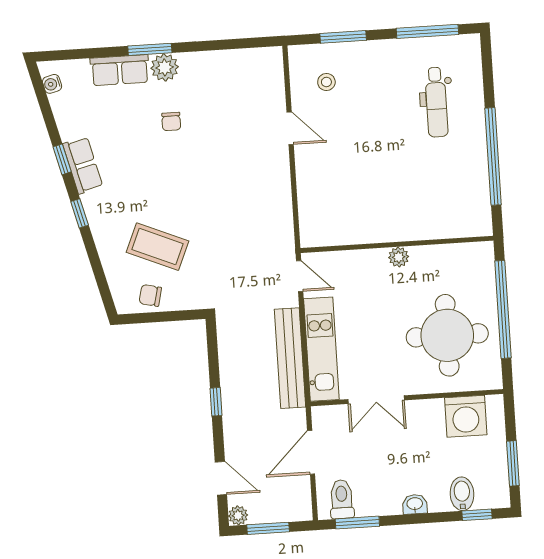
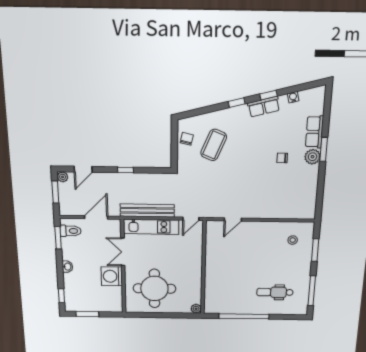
water cooler: (52, 84) -> (293, 97), moved
door: (290, 128) -> (233, 219), moved
plant: (399, 257) -> (196, 309), moved
window: (503, 309) -> (166, 315), removed
washing machine: (466, 416) -> (112, 276), moved
door: (311, 452) -> (96, 217), hinge flipped
bidet: (462, 494) -> (72, 289), removed

